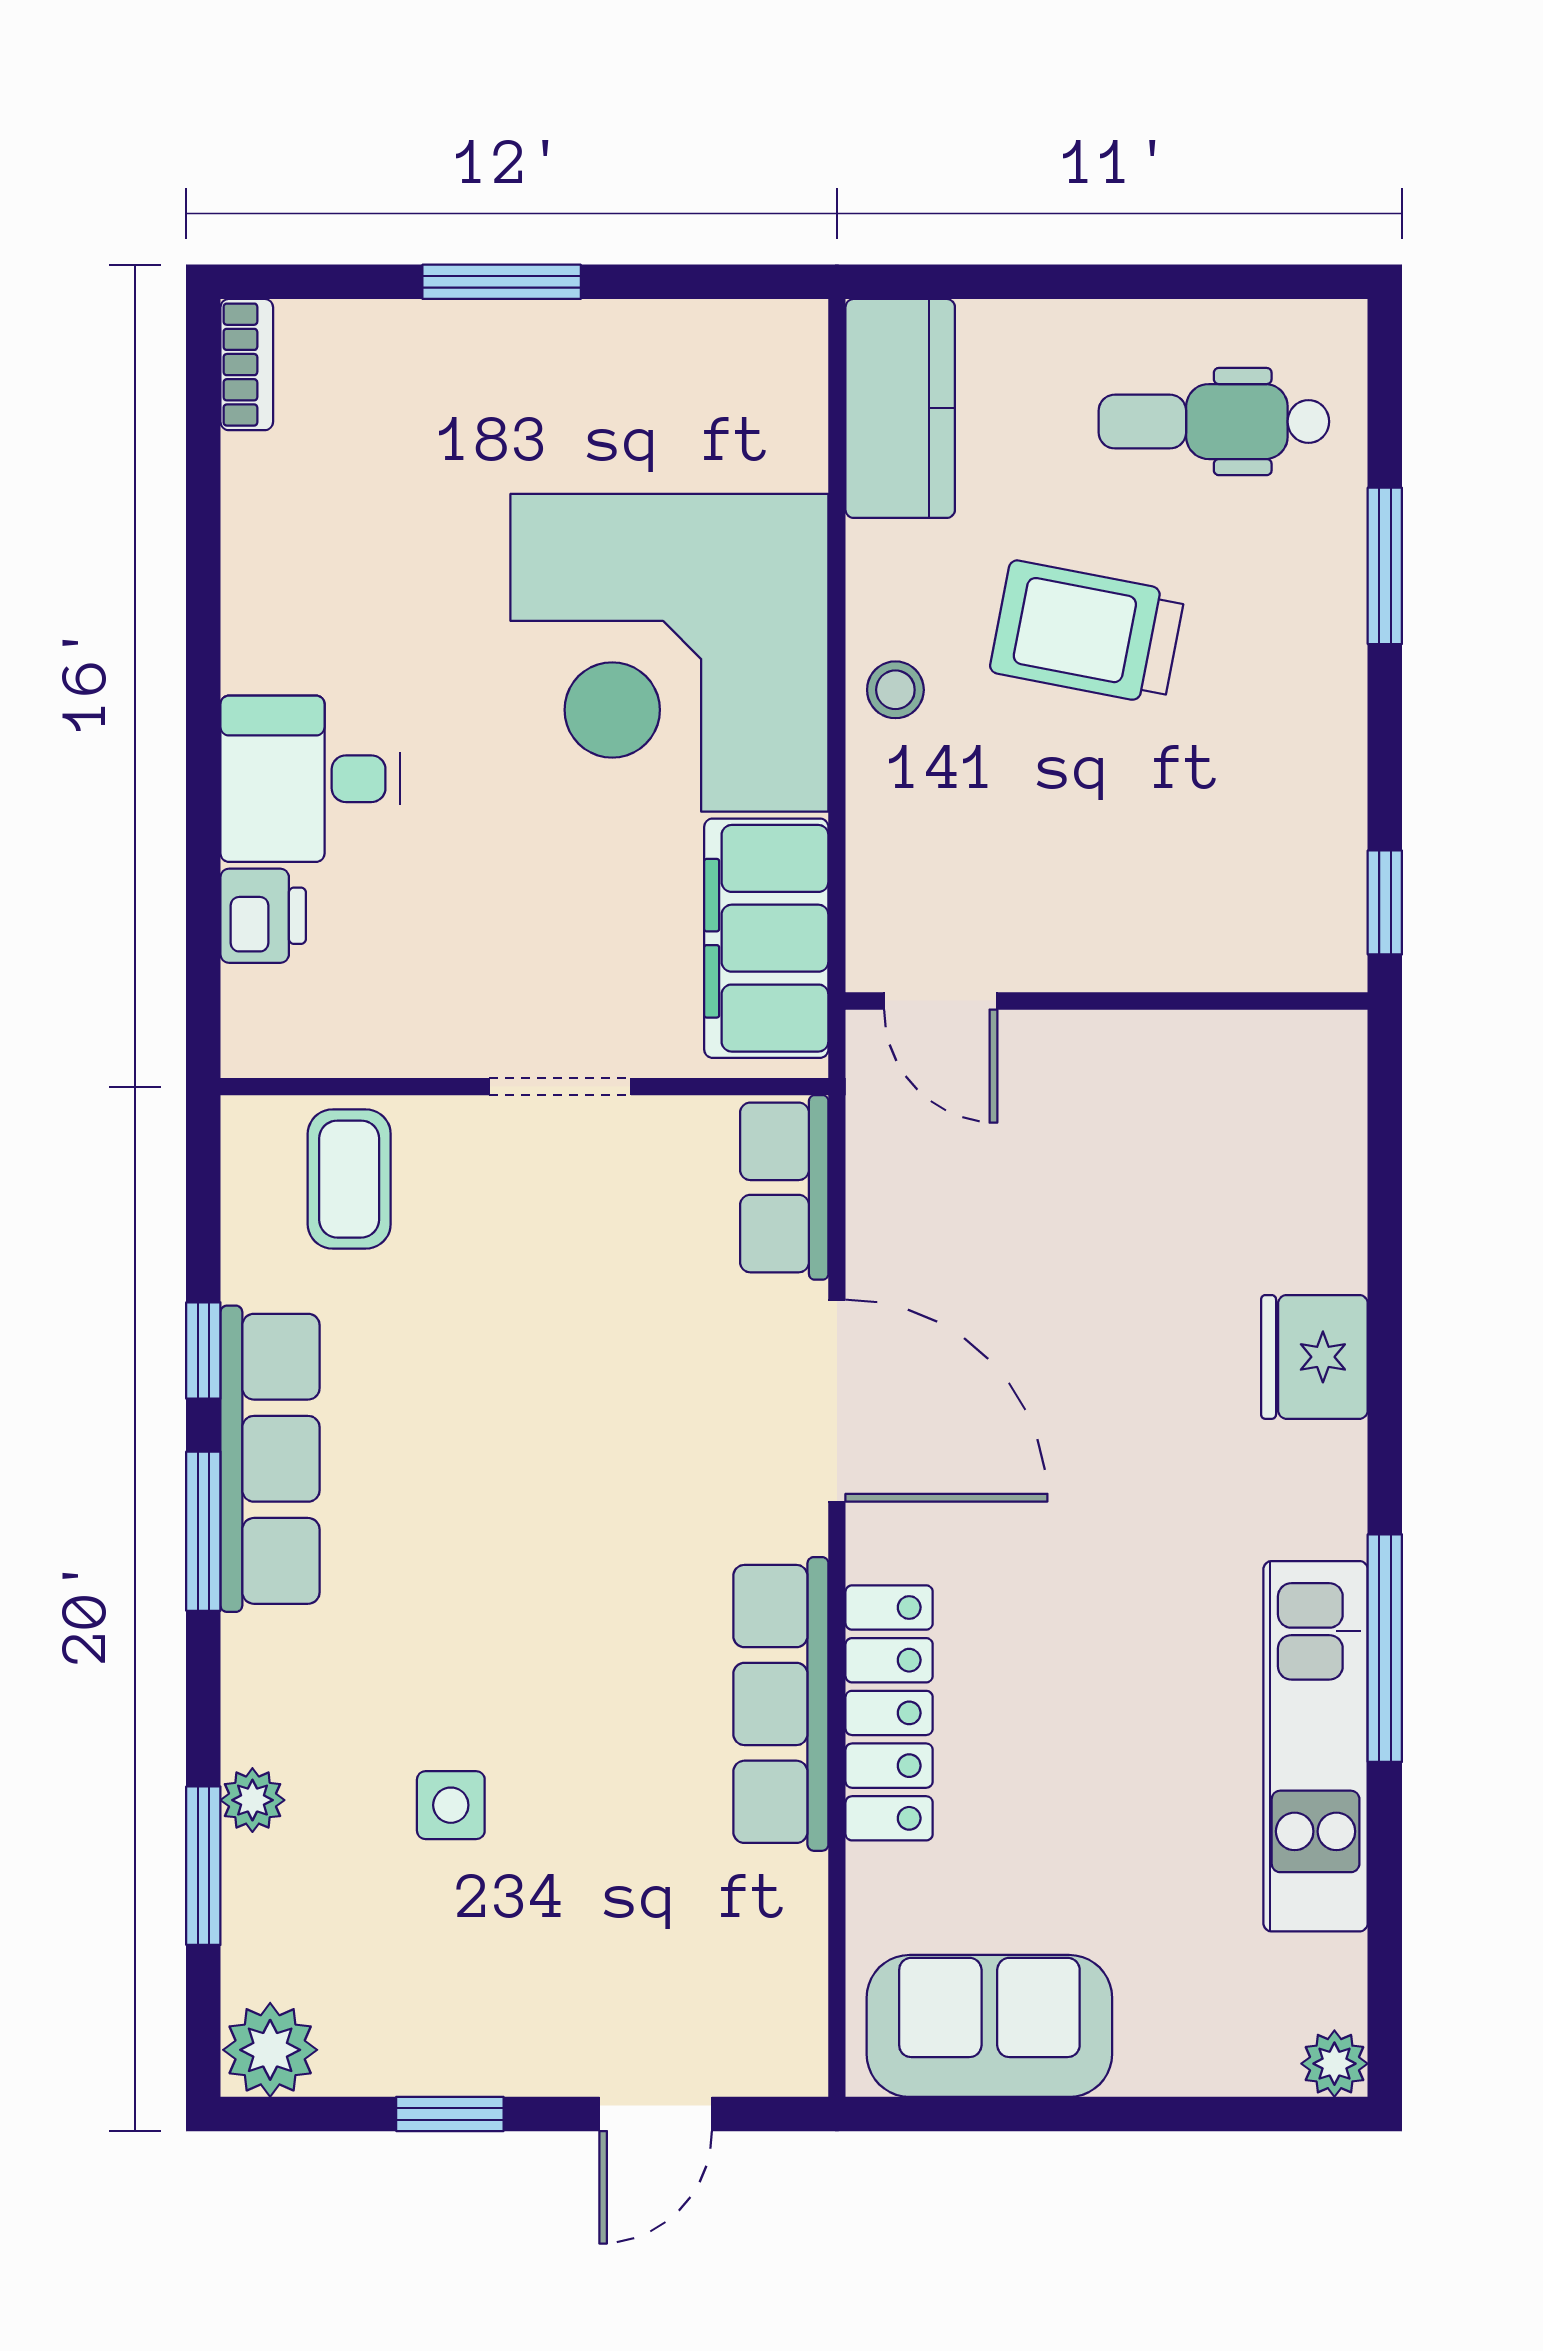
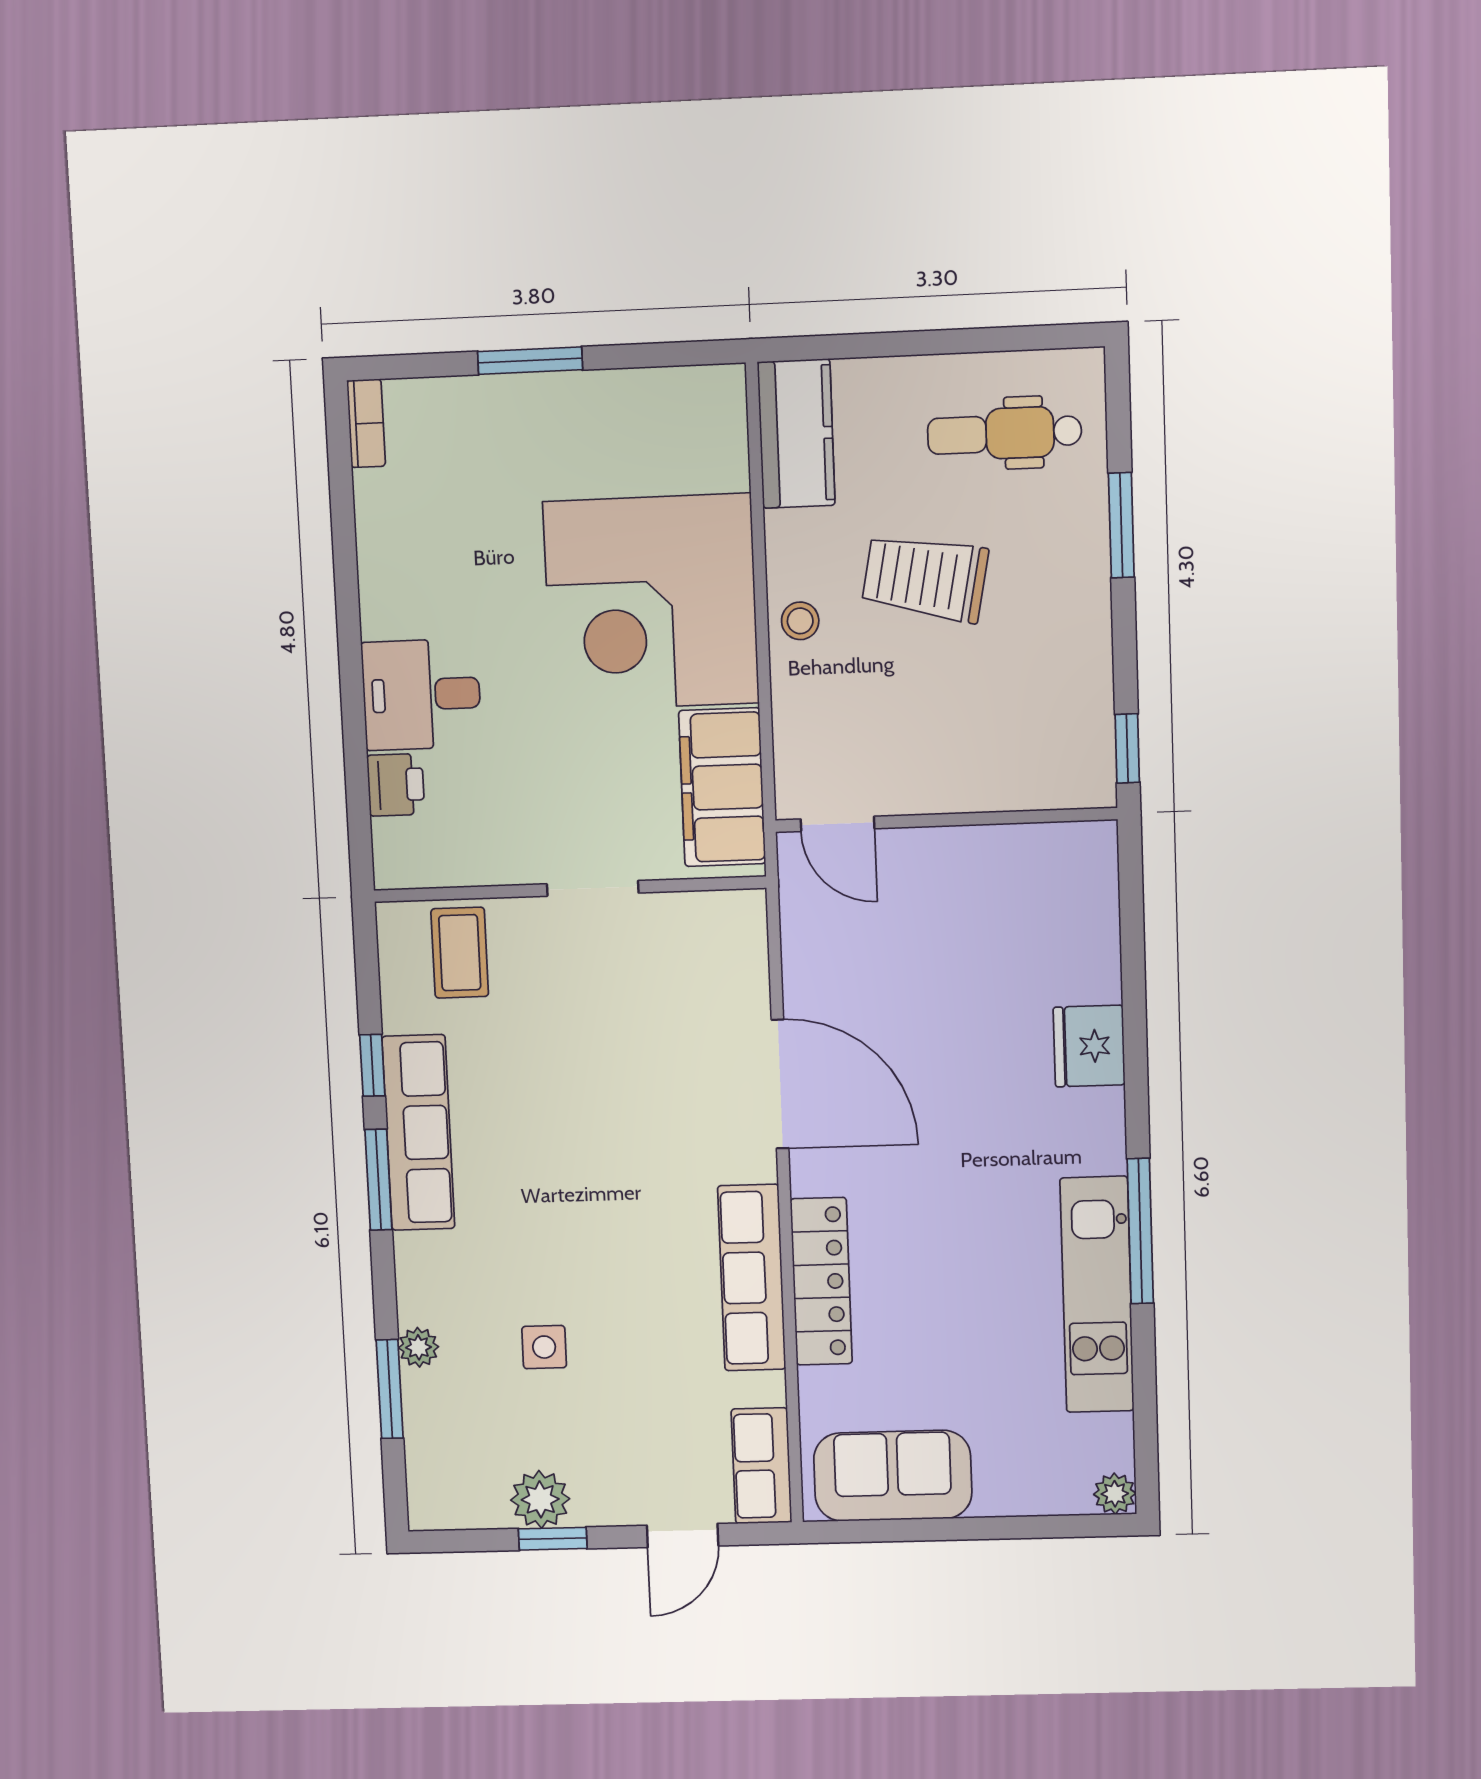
row of seats: (784, 1187) -> (761, 1466), moved
plant: (270, 2050) -> (540, 1499), moved

